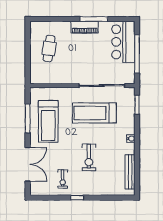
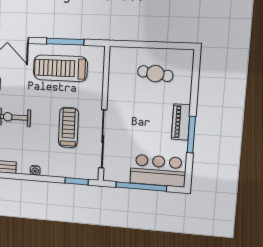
treadmill: (94, 113) -> (68, 128), width x0.73, depth x0.73

